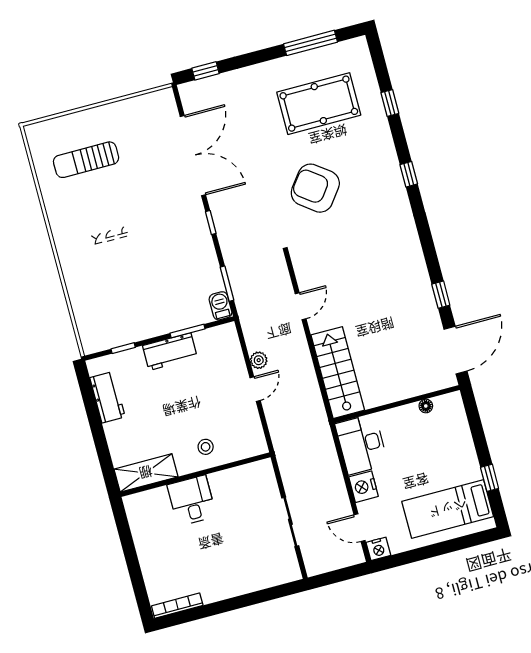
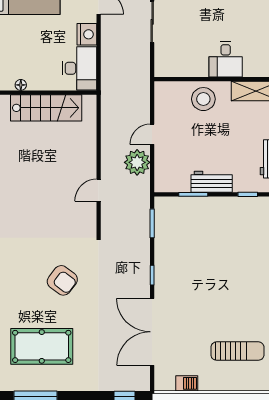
armchair: (315, 188) -> (62, 280), width x0.73, depth x0.73
barbecue: (221, 306) -> (187, 383), moved, turned -90
plant: (259, 360) -> (137, 162), width x1.88, depth x1.88
stairs: (338, 373) -> (46, 108), moved, turned -90
stool: (206, 447) -> (203, 99), width x1.89, depth x1.89

